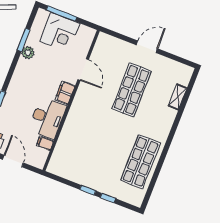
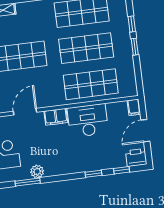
shop shelf: (76, 137) -> (91, 84), added
filing cabinet: (45, 143) -> (134, 107), moved
shop shelf: (108, 149) -> (86, 48), added

